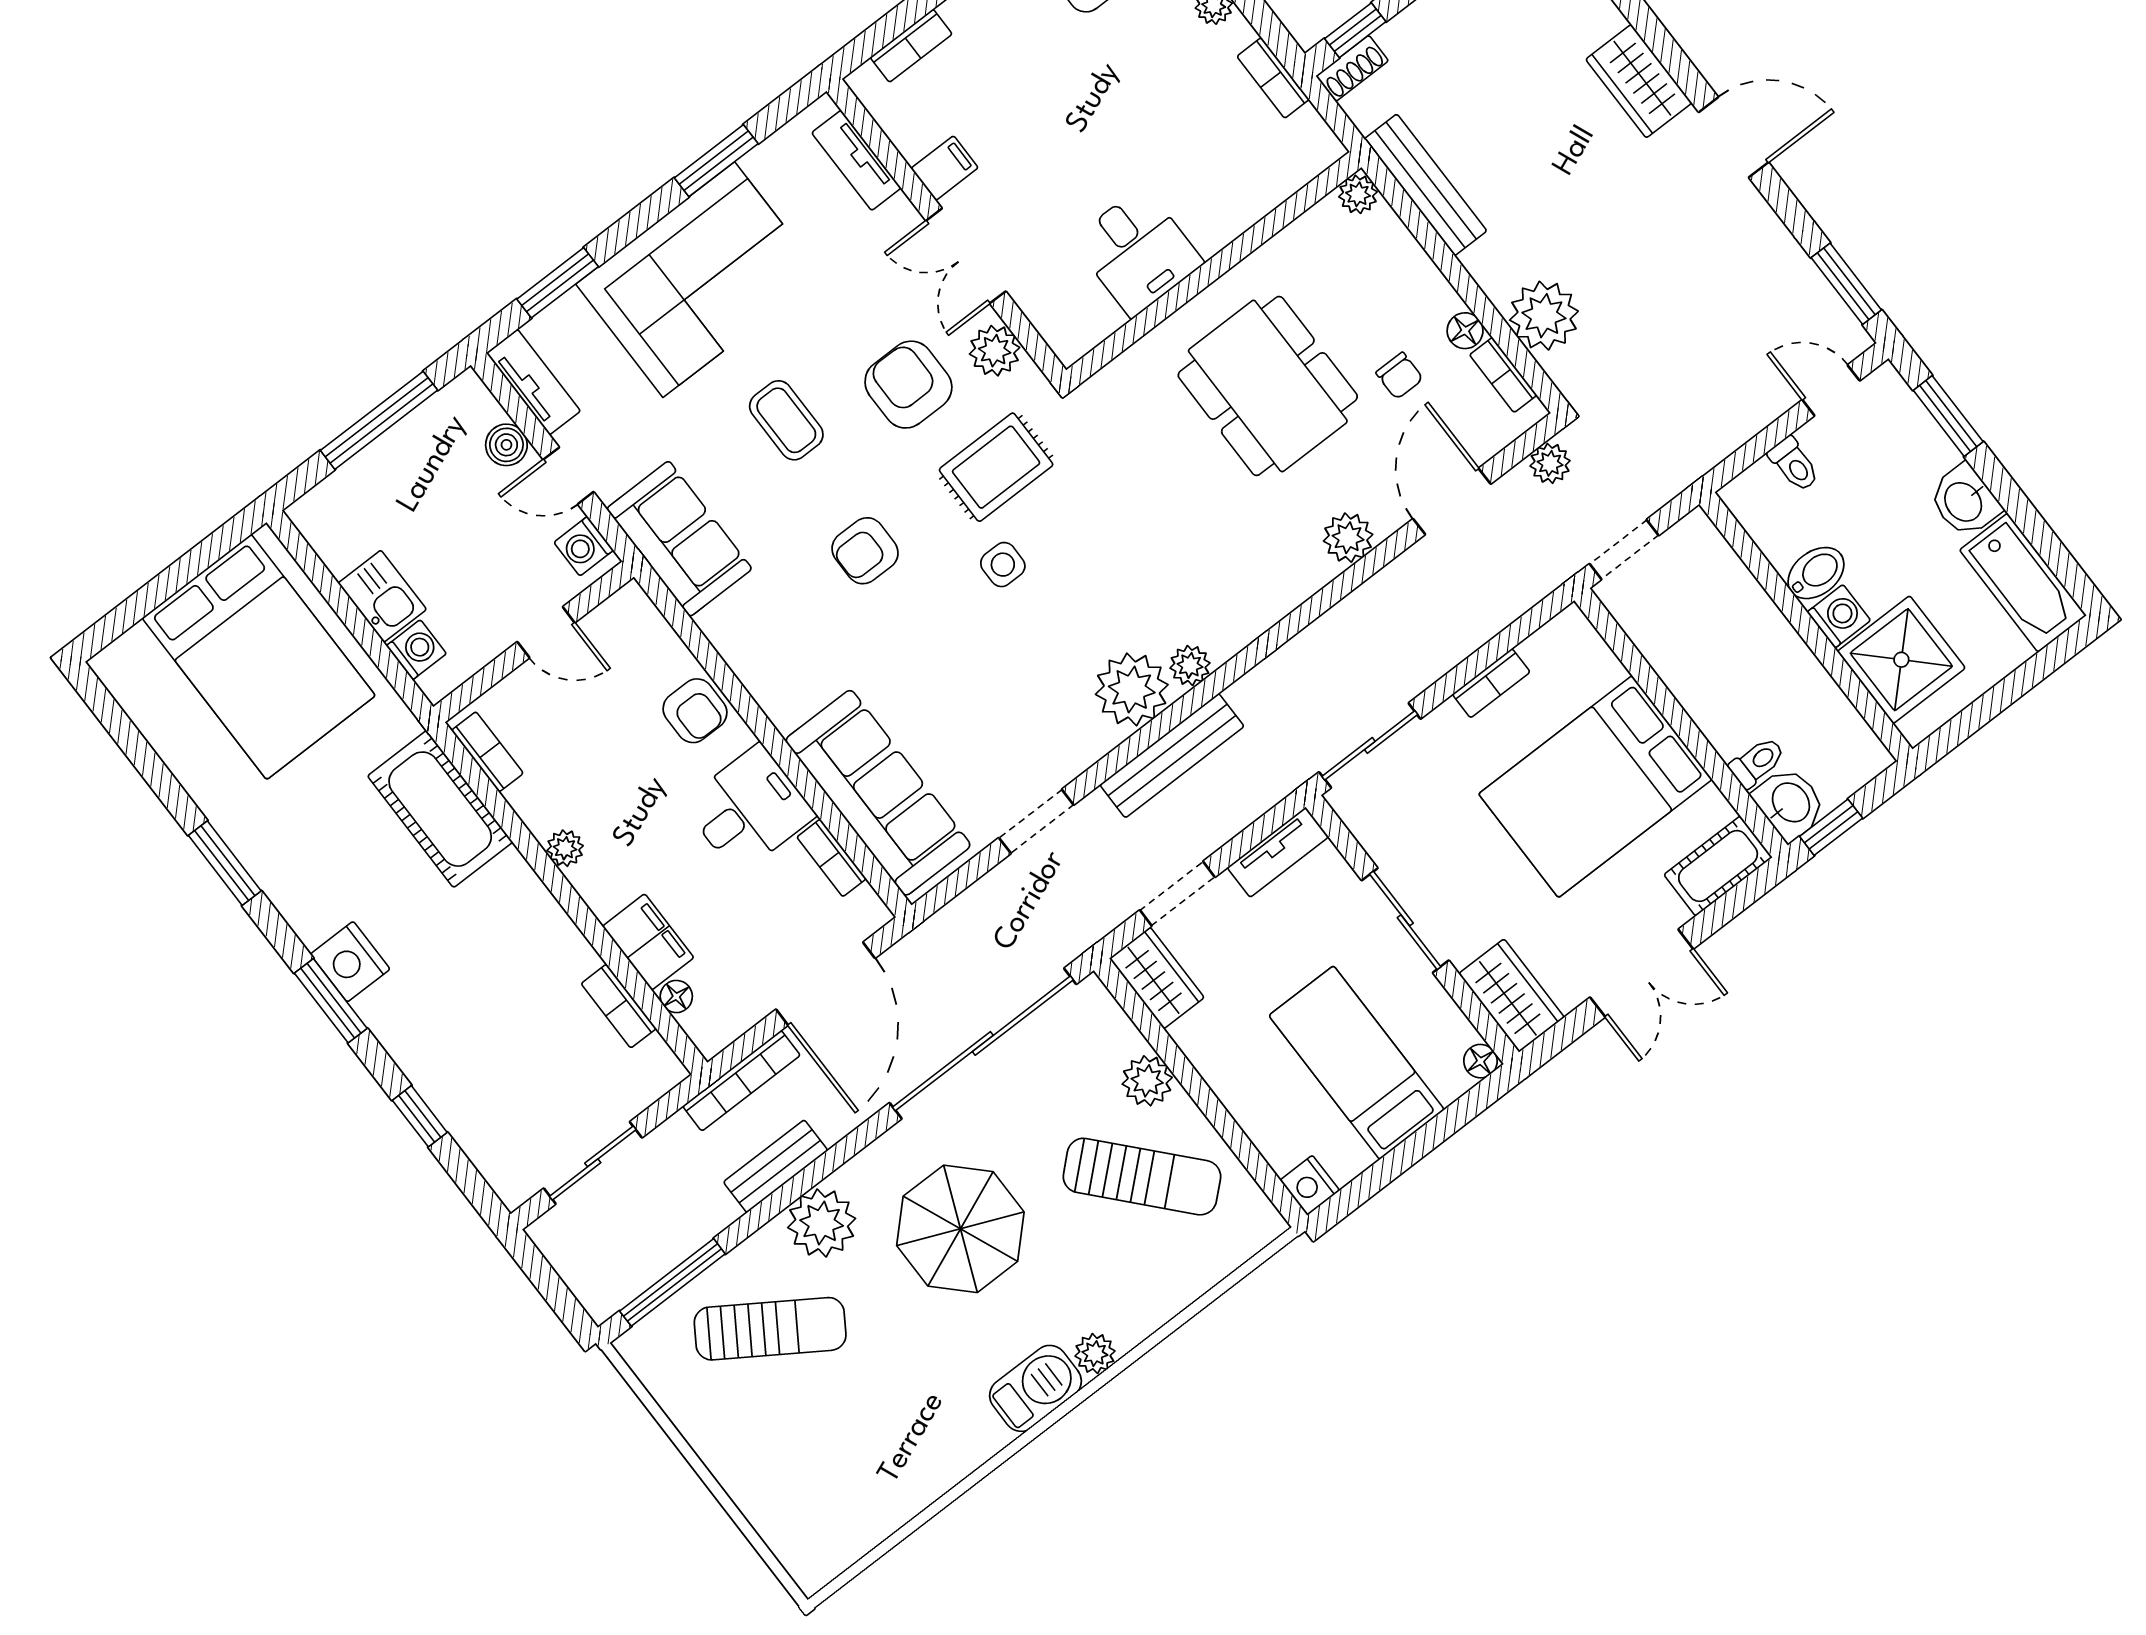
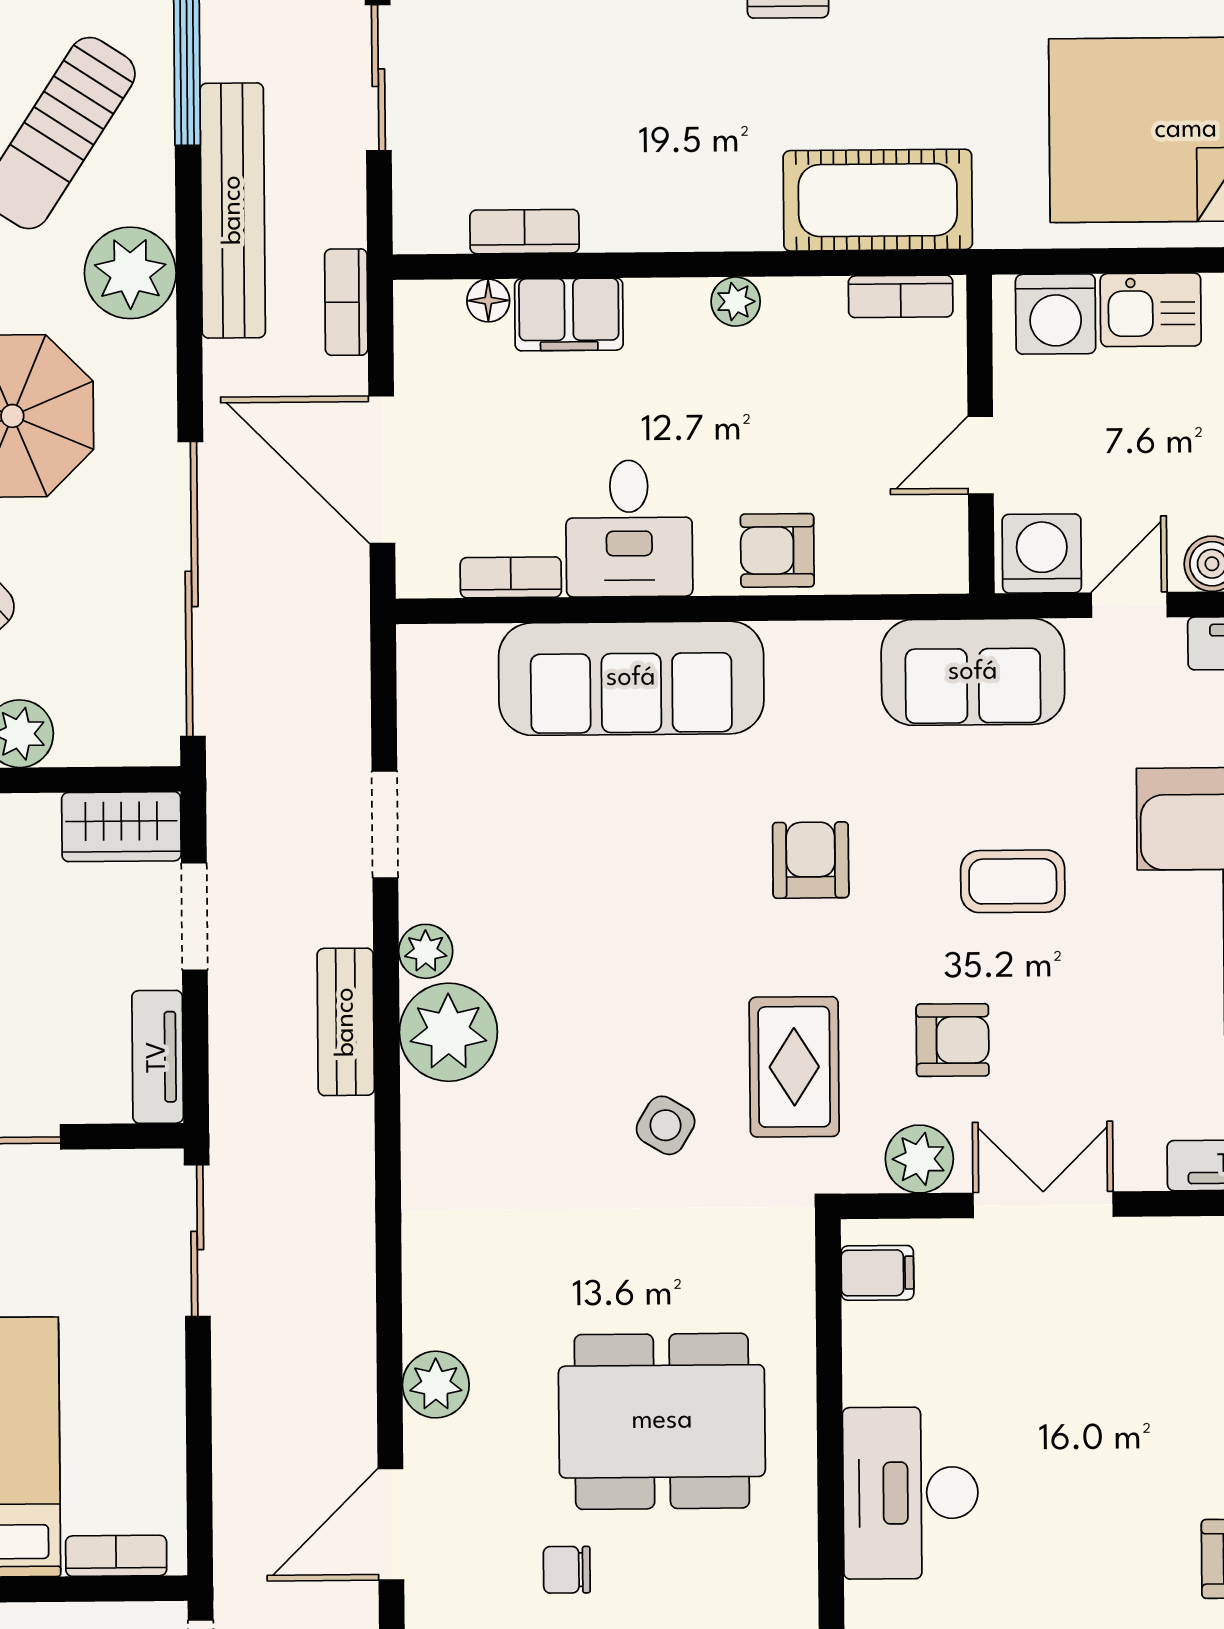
filing cabinet: (945, 168) -> (877, 1273), moved, turned -90
desk: (1138, 252) -> (910, 1493), moved, width x1.37
armchair: (908, 385) -> (953, 1040), width x0.72, depth x0.72
door: (1452, 501) -> (391, 1524), swing flipped
washing machine: (584, 546) -> (1042, 554), width x1.38, depth x1.38
side table: (1003, 565) -> (666, 1125), moved, turned 31
washing machine: (416, 650) -> (1056, 314), width x1.38, depth x1.38
plant: (1190, 665) -> (426, 951), moved
bookcase: (1491, 683) -> (116, 1556), moved, turned 90
bench: (1172, 756) -> (346, 1022), width x0.73
sofa: (878, 793) -> (631, 678), moved
bookcase: (741, 1081) -> (346, 302), width x0.64
bench: (776, 1166) -> (233, 210), width x1.86, depth x1.21

